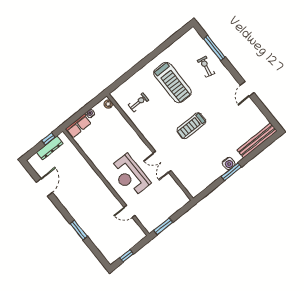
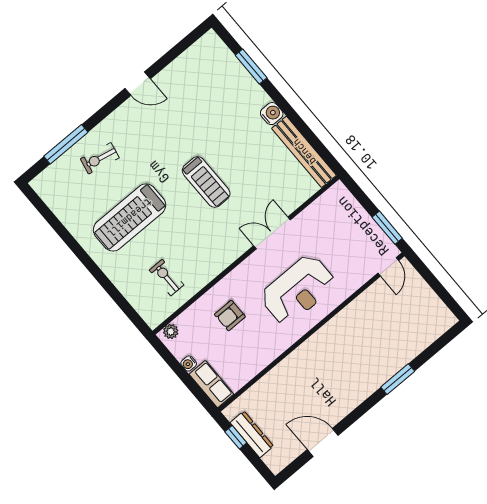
treadmill: (172, 83) -> (130, 218), turned 180
armchair: (116, 137) -> (230, 316), added
bench: (257, 140) -> (304, 152), moved
double door: (162, 162) -> (272, 233), swing flipped
window: (231, 172) -> (251, 67), moved
door: (129, 211) -> (388, 267), moved
window: (127, 256) -> (442, 292), removed

